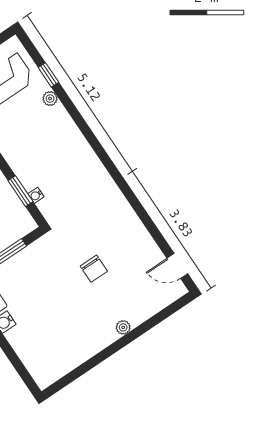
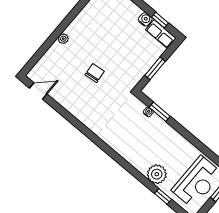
plant: (50, 99) -> (157, 174), width x1.88, depth x1.88
chair: (94, 269) -> (95, 73), turned 84

